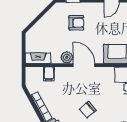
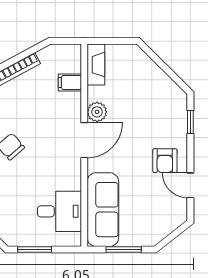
armchair: (76, 23) -> (165, 161), moved

